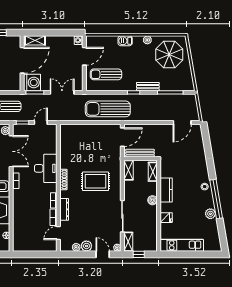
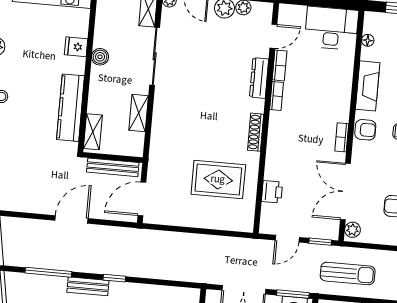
sun lounger: (108, 109) -> (164, 252), removed
door: (182, 123) -> (71, 219), moved
printer: (51, 148) -> (272, 192), added
desk: (46, 168) -> (331, 28), moved, turned 90
shelving: (128, 170) -> (139, 113), moved
rug: (96, 181) -> (218, 179), moved
kitchen counter: (166, 190) -> (70, 108), width x1.50
boiler: (152, 200) -> (100, 57), moved

